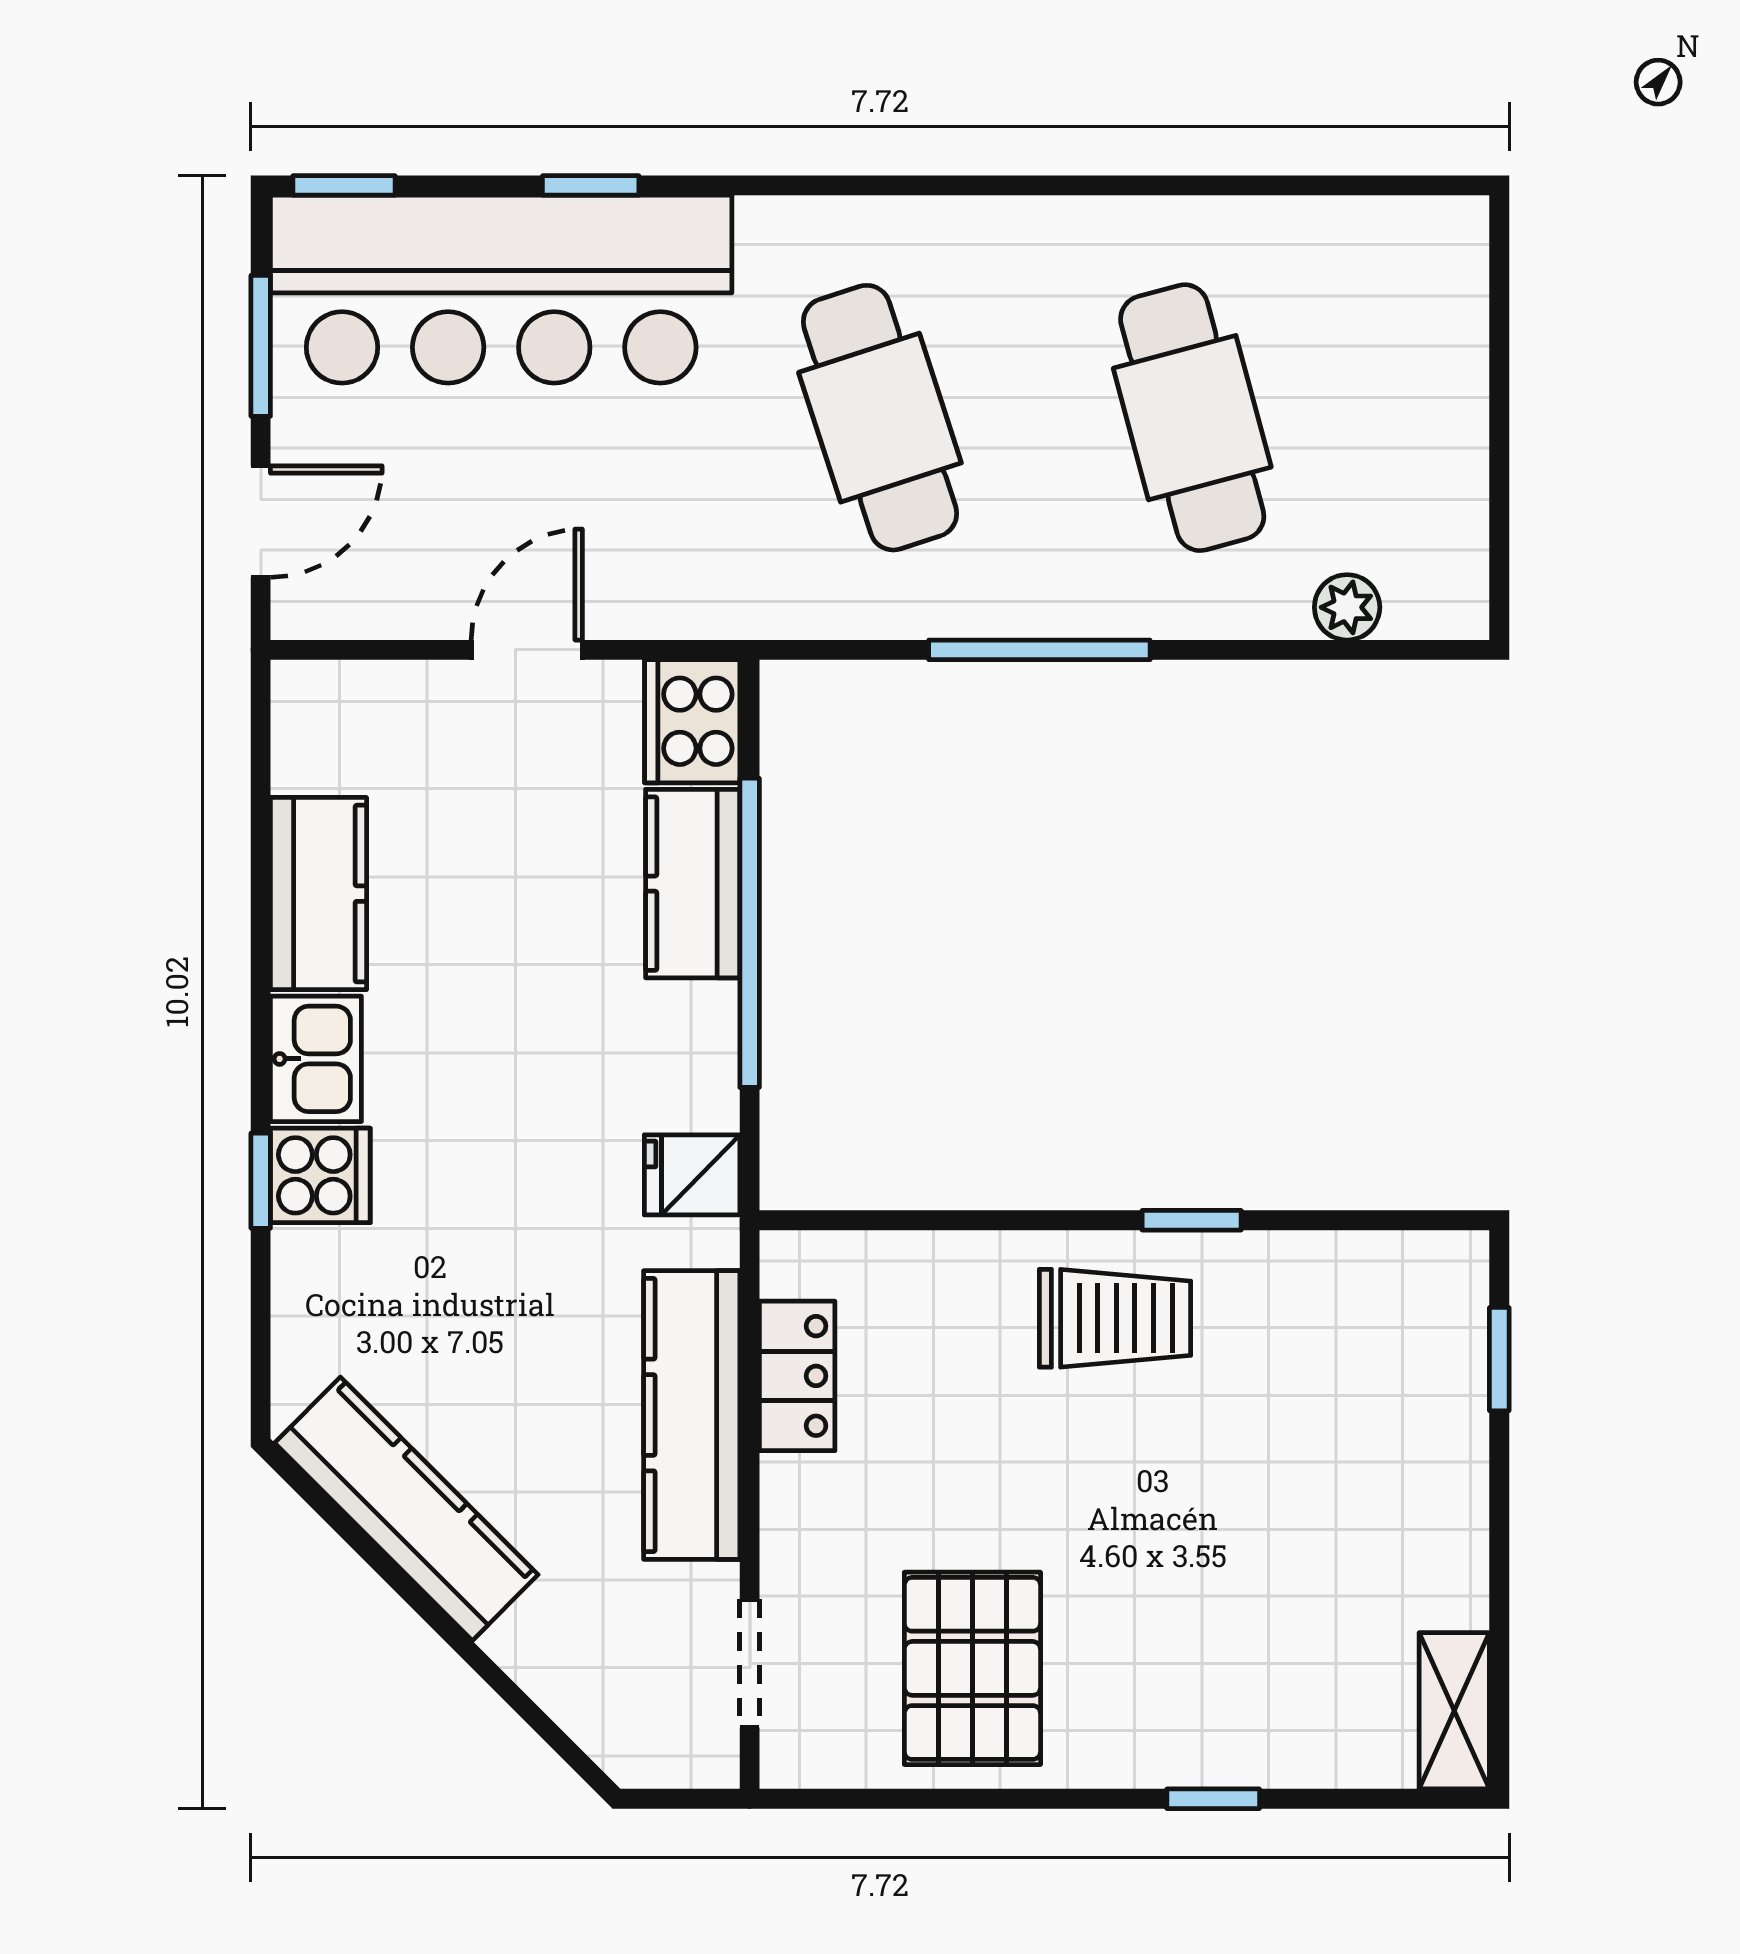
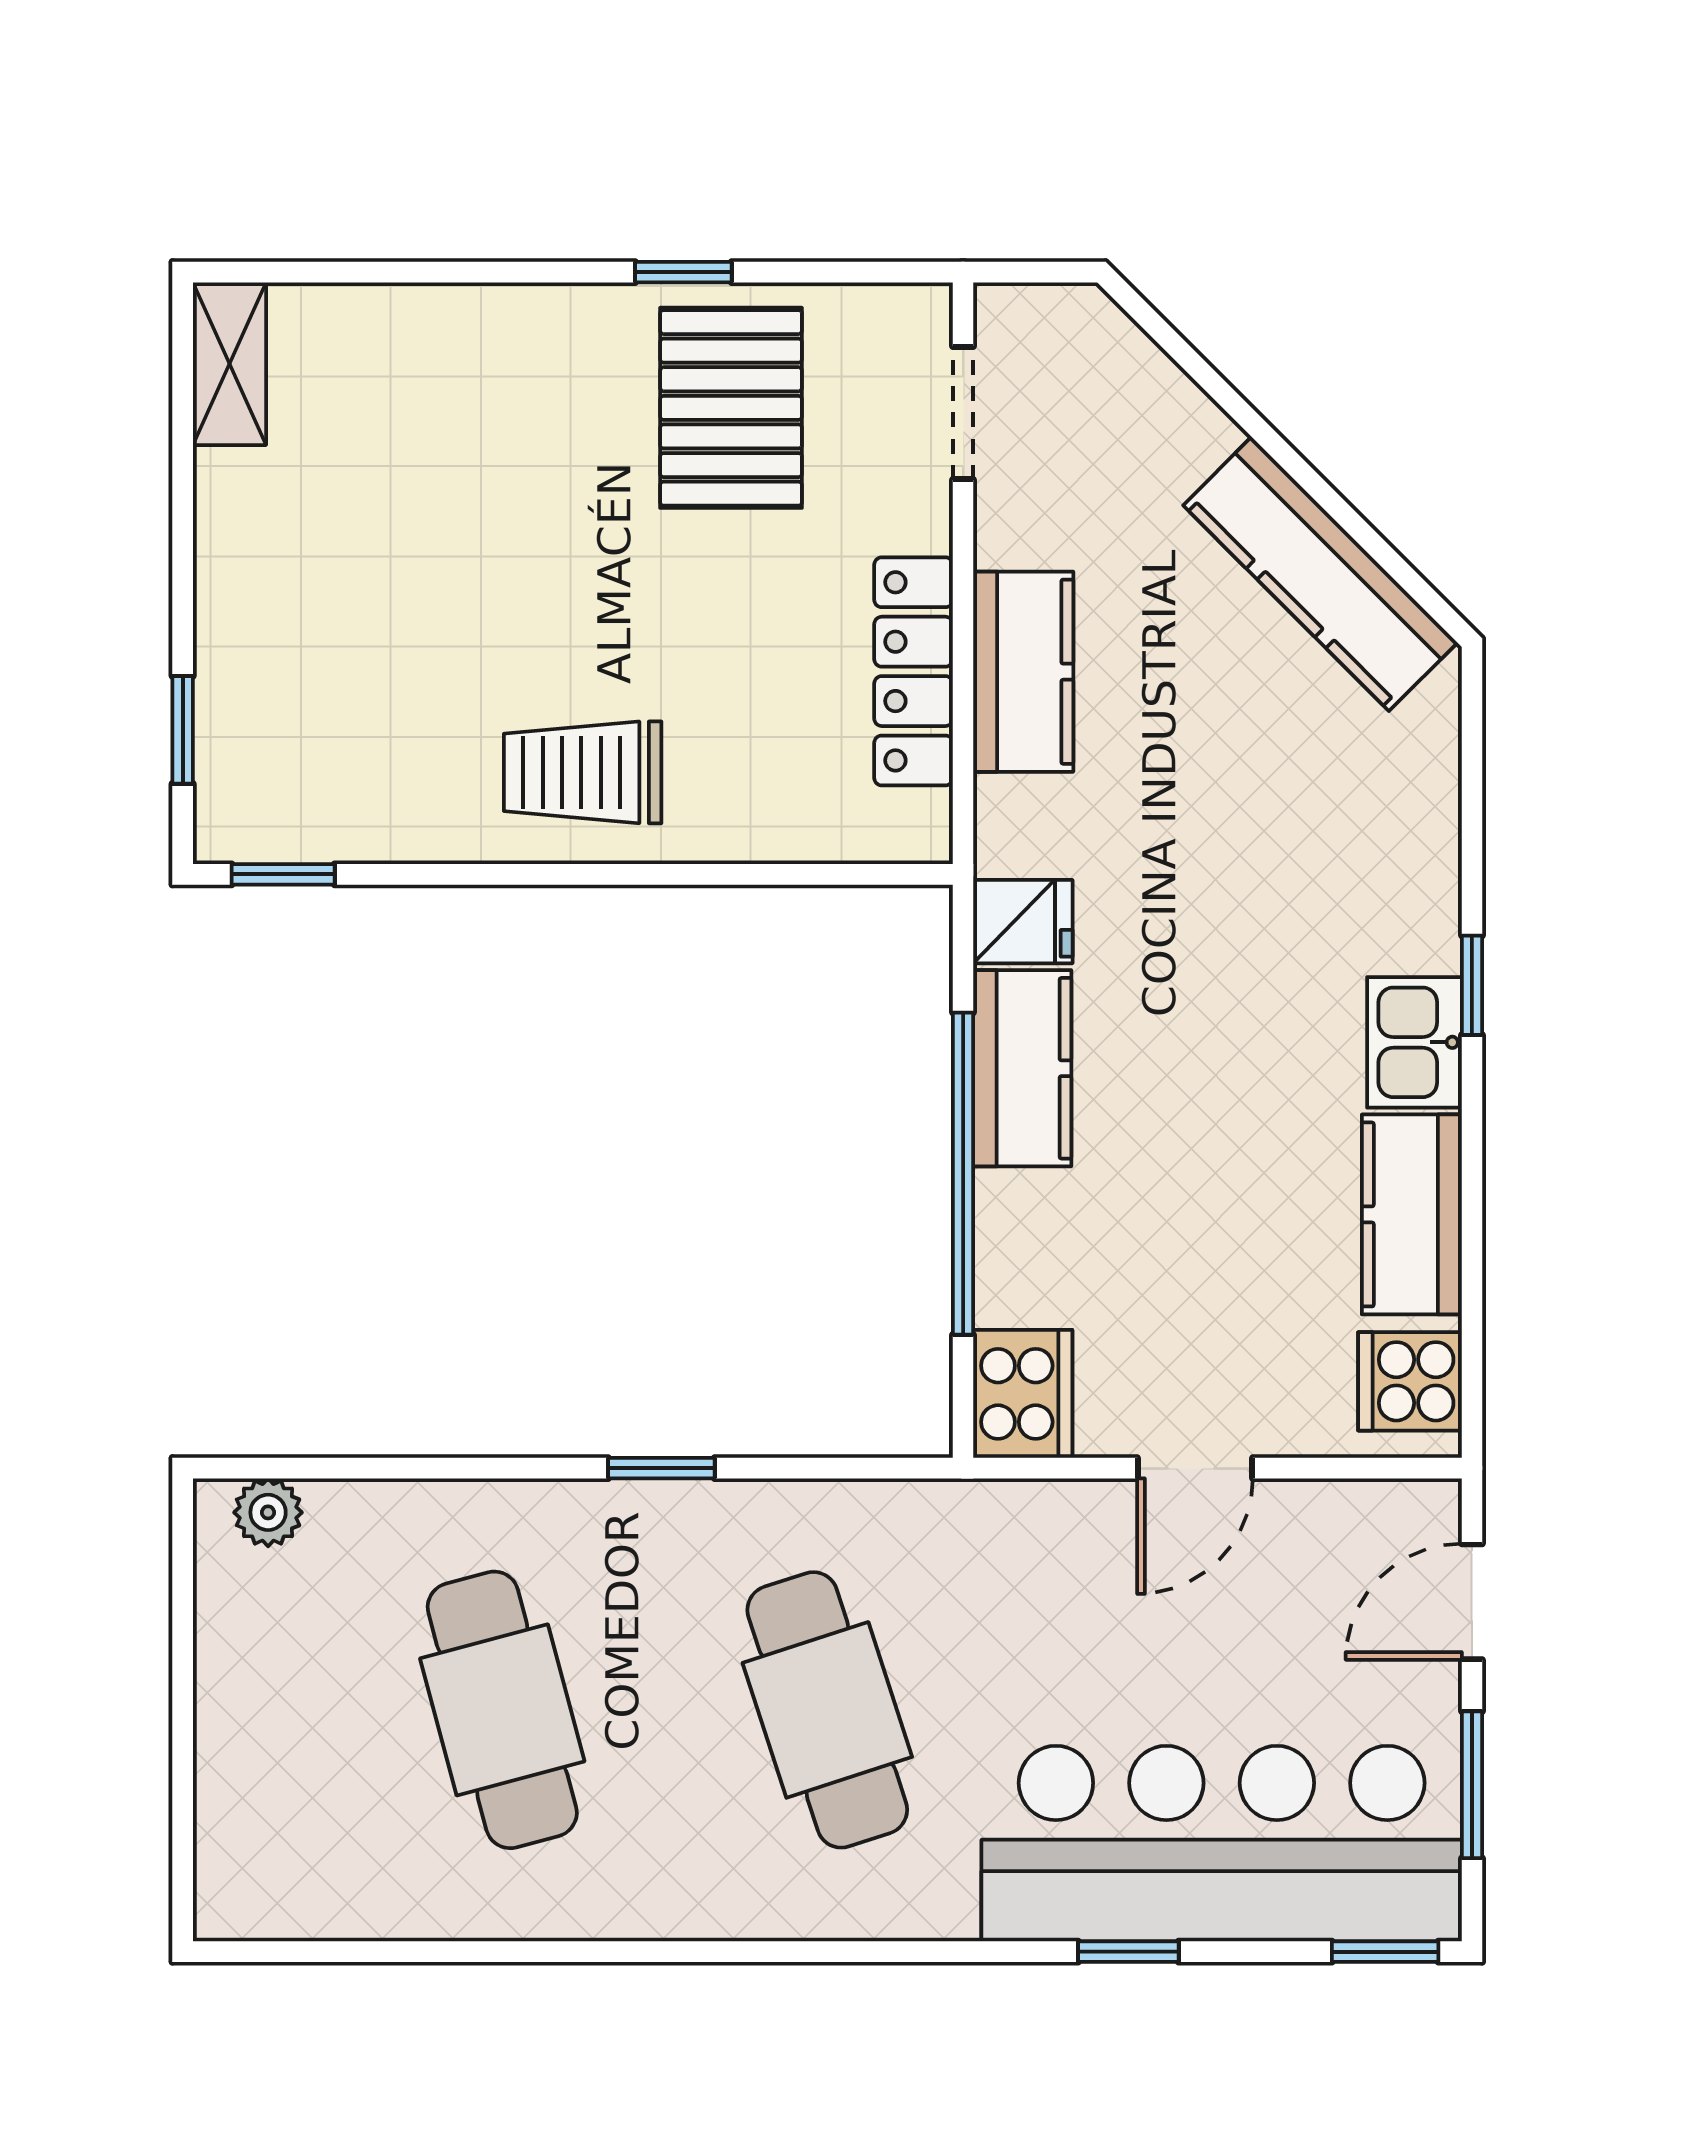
plant: (1347, 607) -> (268, 1512), moved
window: (1039, 650) -> (661, 1468), width x0.46
kitchen counter: (693, 884) -> (1022, 1068), moved
cooker: (320, 1175) -> (1410, 1381), moved
window: (261, 1181) -> (1472, 985), moved
window: (1192, 1220) -> (283, 874), moved
locker: (797, 1376) -> (914, 671), width x1.53
kitchen counter: (692, 1415) -> (1023, 672), width x0.67
window: (1213, 1799) -> (683, 272), moved

